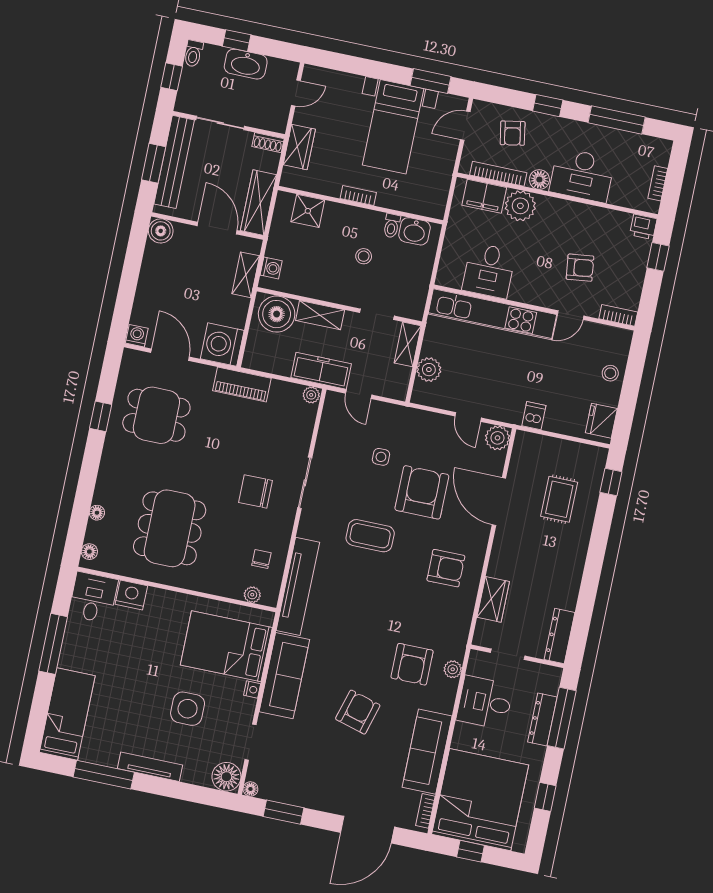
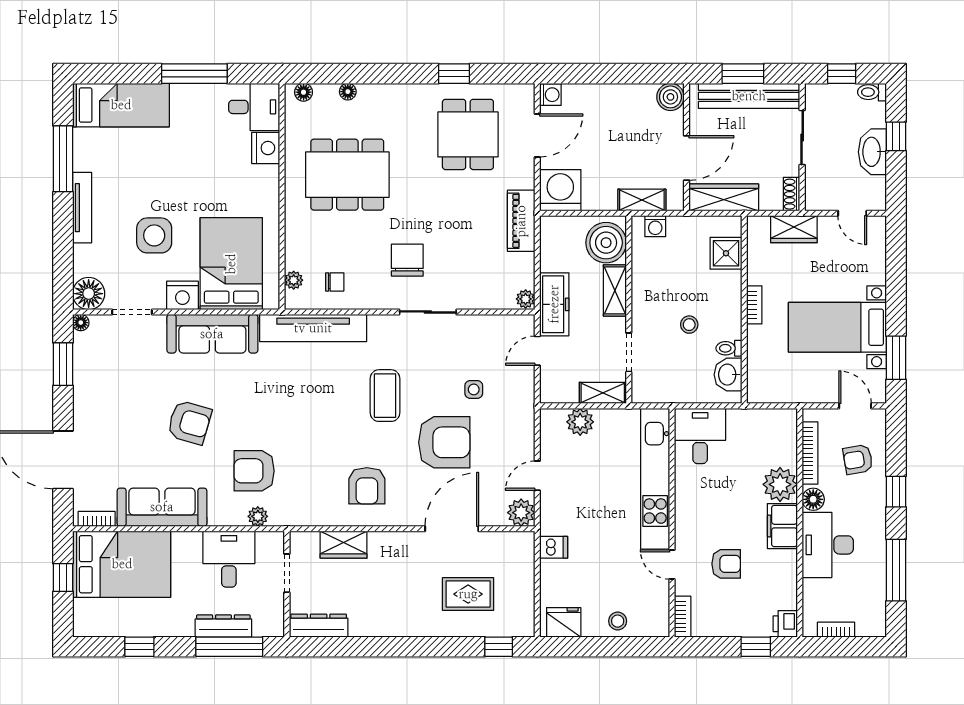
filing cabinet: (484, 196) -> (782, 526), moved
armchair: (580, 268) -> (726, 564), turned -83
desk: (489, 271) -> (700, 436), moved, turned 90
nightstand: (252, 689) -> (182, 295), width x1.89, depth x1.79
bed: (480, 800) -> (122, 564), width x0.73

